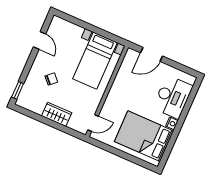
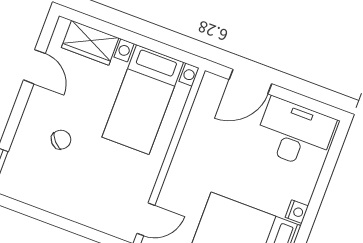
desk: (173, 97) -> (295, 133), moved, turned -90
wardrobe: (57, 114) -> (90, 43), moved, turned 180

